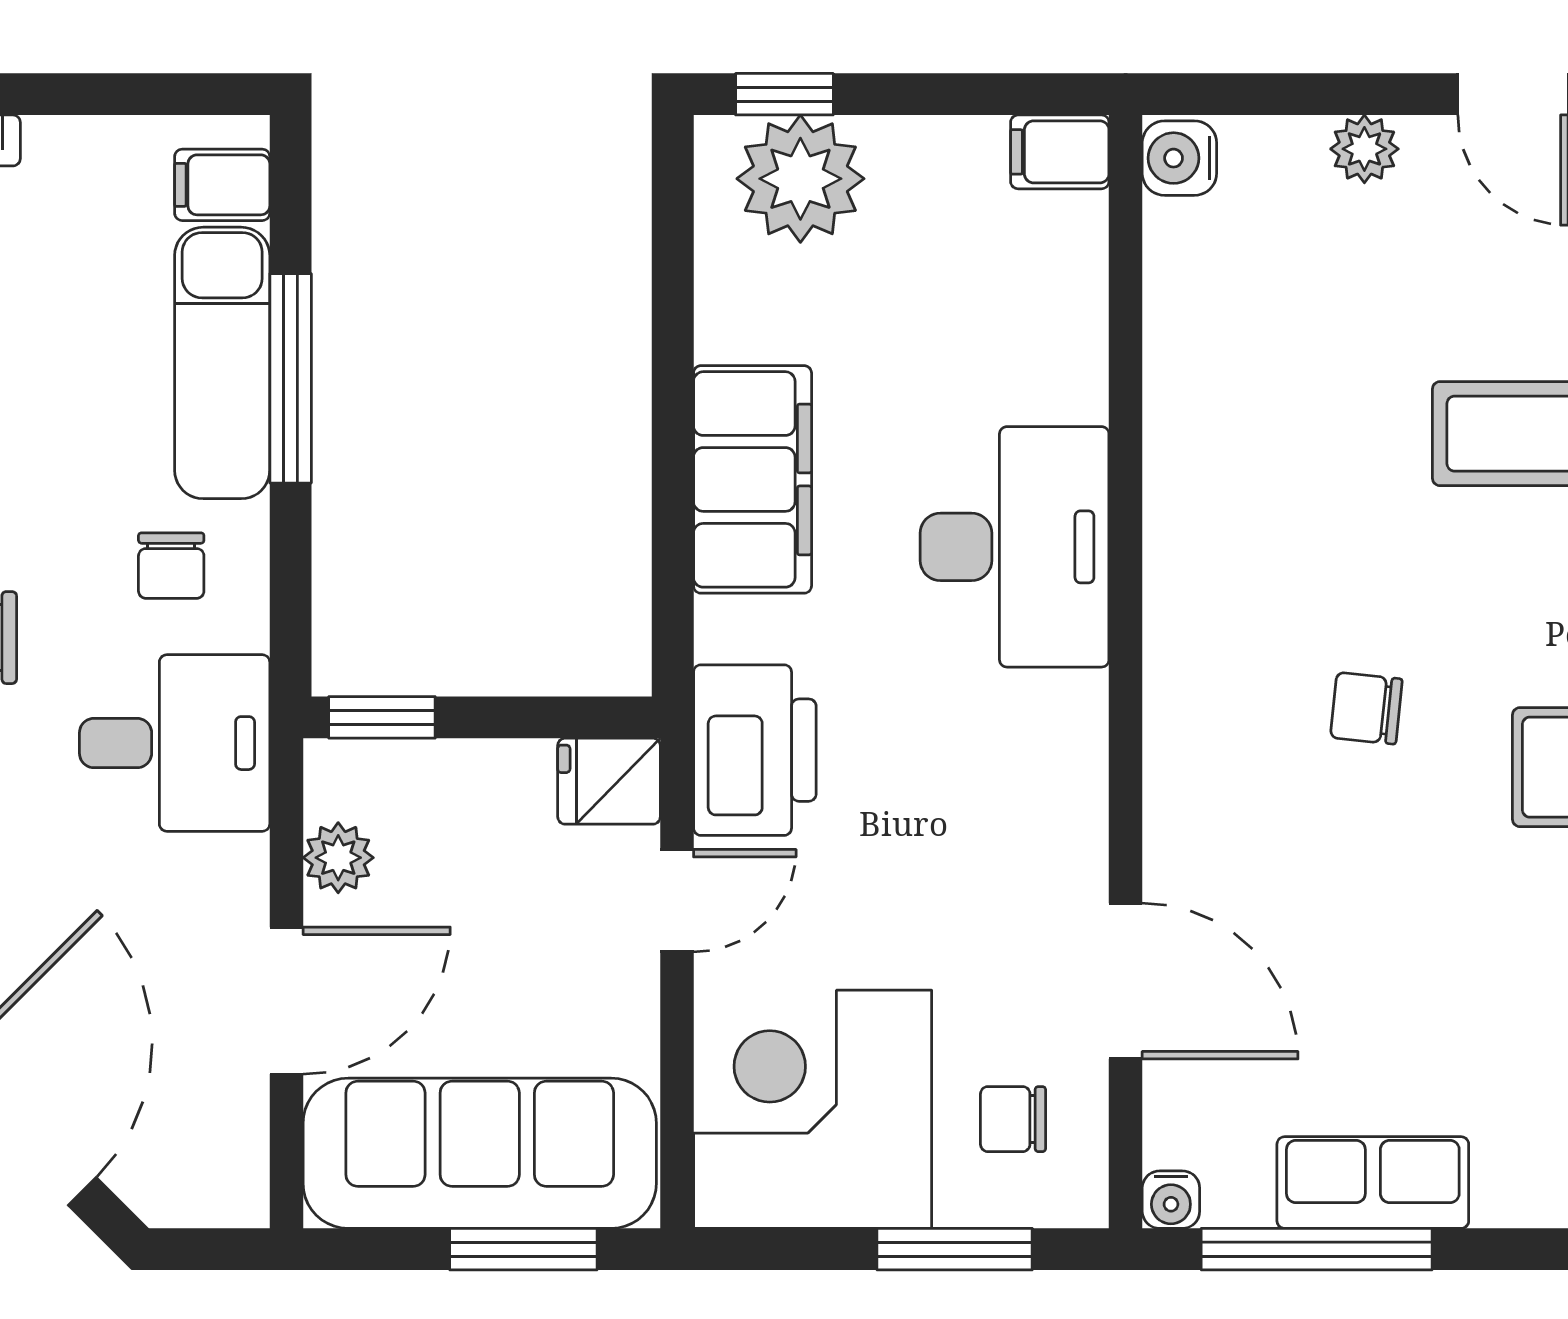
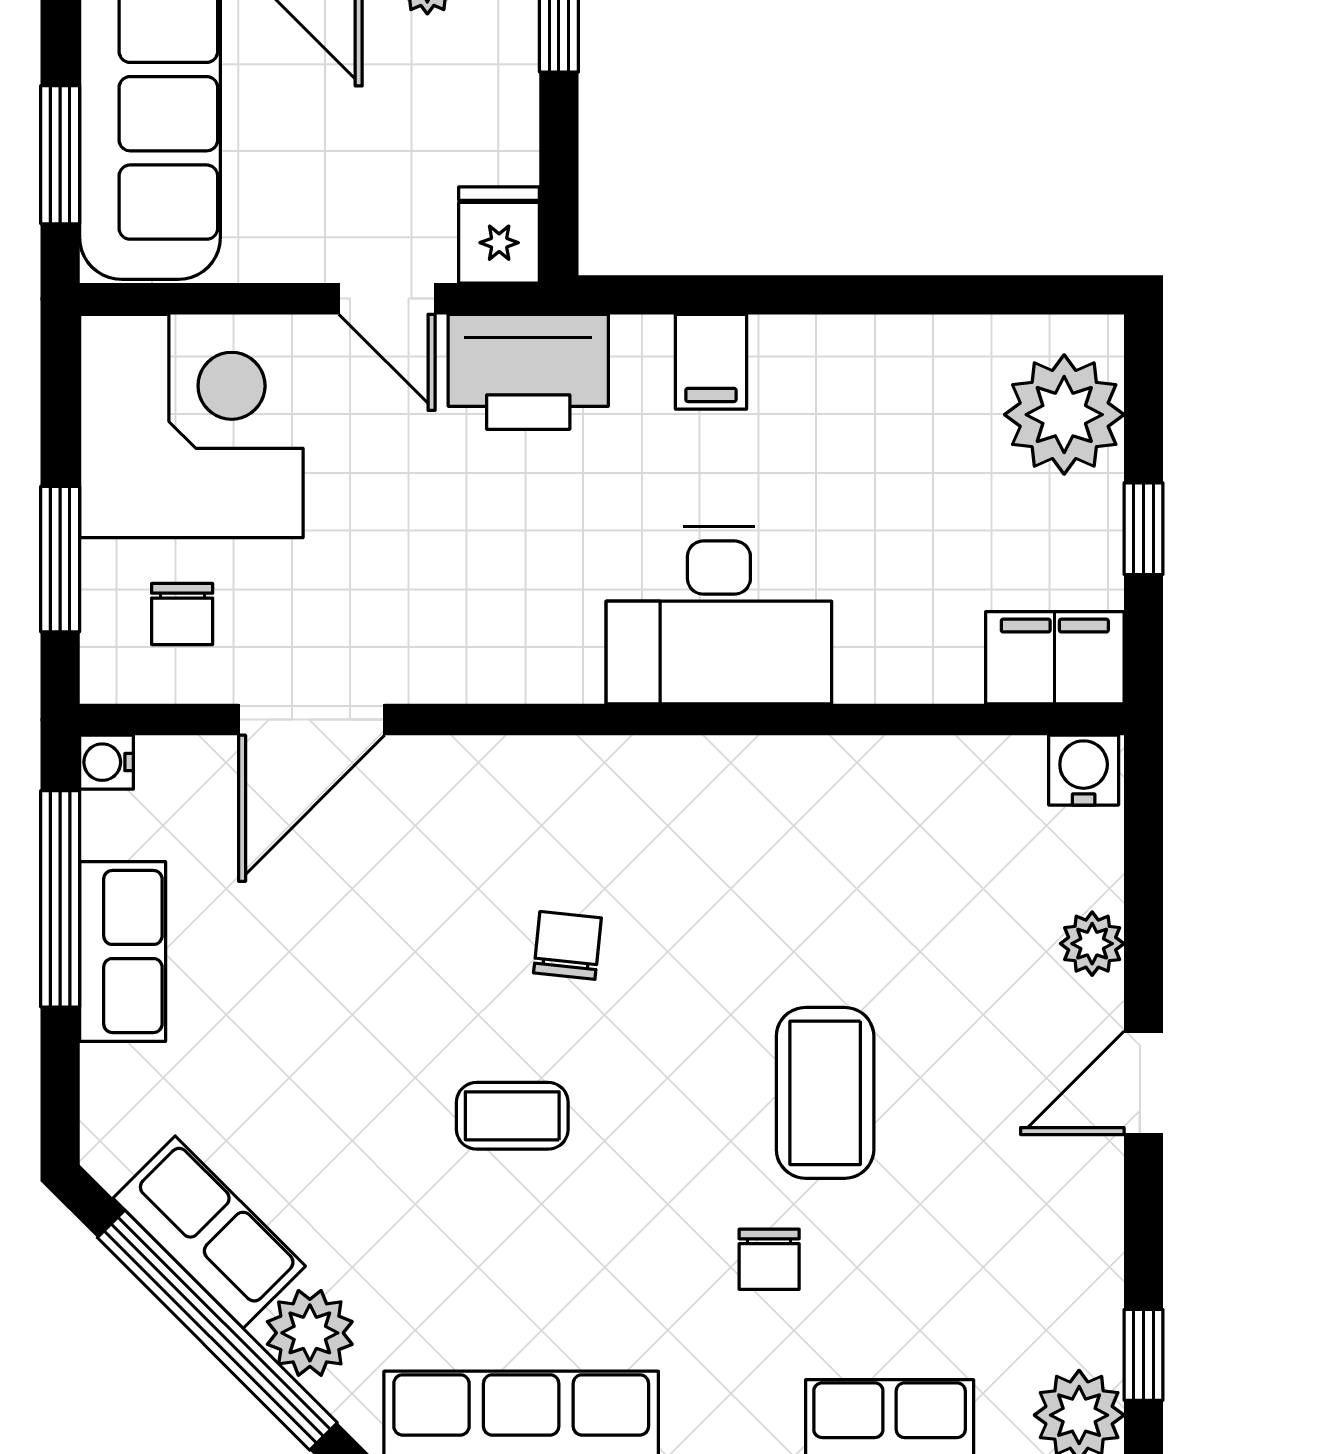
window: (784, 94) -> (1143, 529), moved
filing cabinet: (1060, 152) -> (1055, 658), width x2.00
filing cabinet: (753, 479) -> (711, 362), width x0.33, depth x0.86
chair: (1013, 1119) -> (182, 614), turned 180

